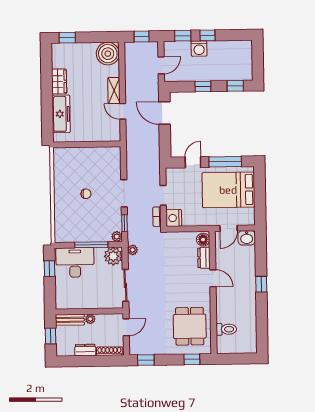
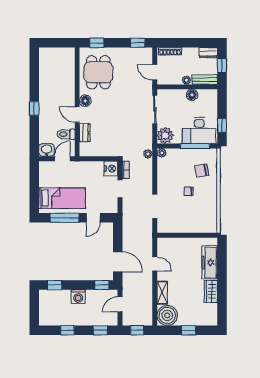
window: (207, 35) -> (67, 330), moved
window: (67, 38) -> (189, 330), moved
washing machine: (199, 49) -> (78, 297), moved, turned 180
window: (203, 86) -> (102, 285), moved
shelving: (114, 90) -> (162, 293), moved
bed: (228, 190) -> (62, 198), width x0.67
doorway: (124, 193) -> (155, 206), moved
chair: (72, 217) -> (202, 171), added
window: (124, 223) -> (155, 165), removed
floor lamp: (203, 240) -> (85, 101), moved
window: (91, 245) -> (195, 146), moved
plant: (133, 250) -> (148, 154), moved
floor lamp: (84, 302) -> (192, 95), added
door: (126, 327) -> (155, 72), hinge flipped
toilet: (226, 329) -> (66, 134), moved
dresser: (85, 350) -> (208, 53), moved

